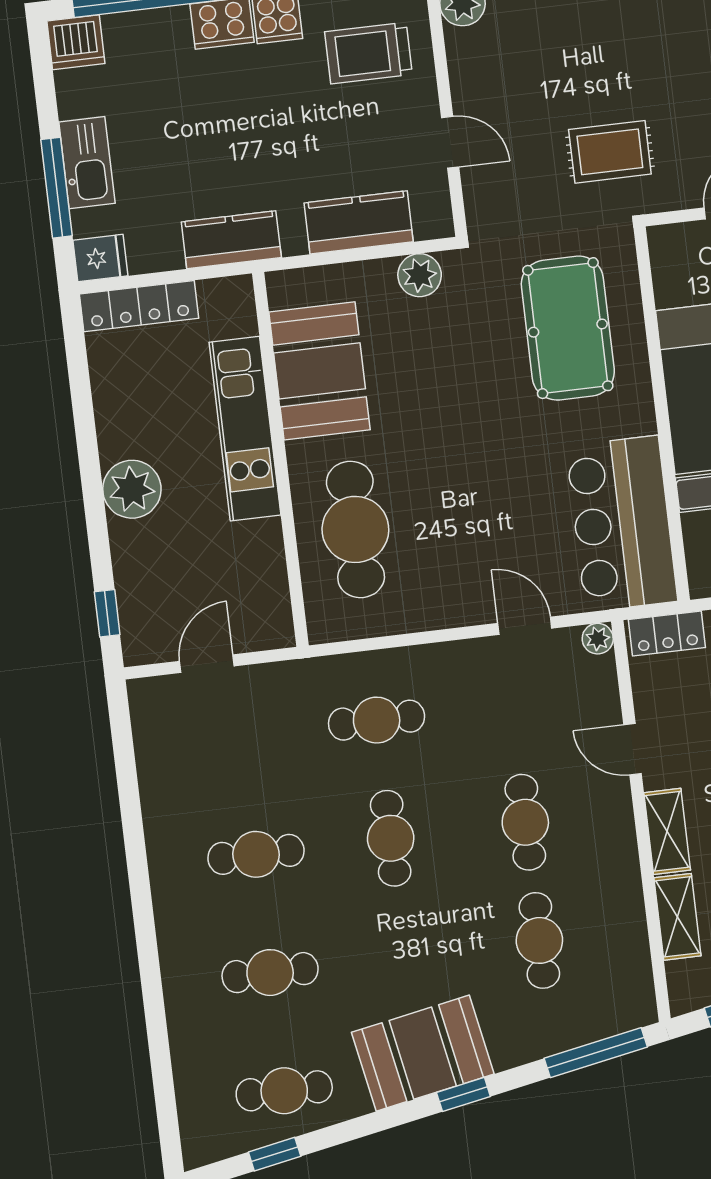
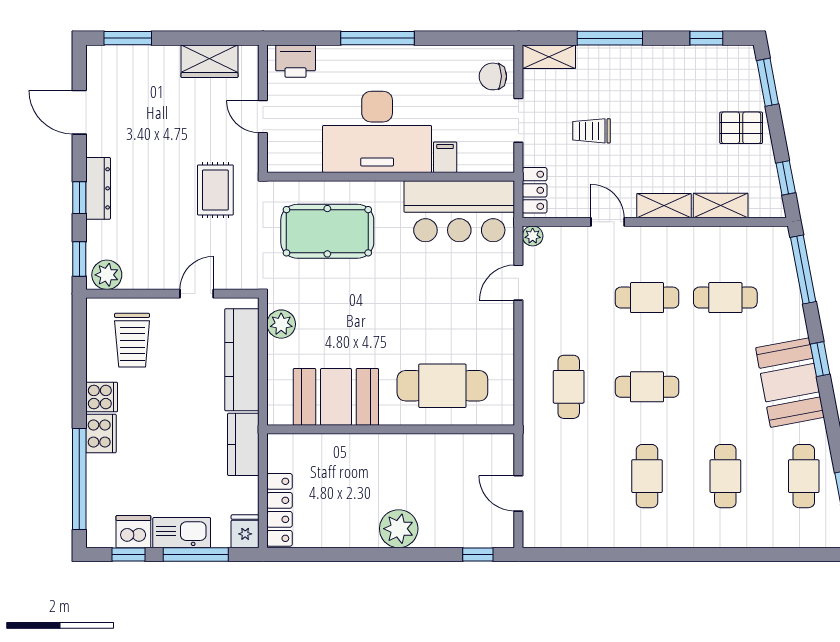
dishwasher: (76, 42) -> (133, 532), moved, turned -90
window: (44, 86) -> (129, 555), added
kitchen counter: (359, 222) -> (242, 360), width x1.50
kitchen unit: (245, 429) -> (368, 450), removed
door: (632, 749) -> (608, 222), swing flipped

